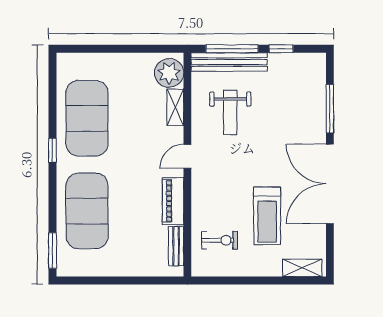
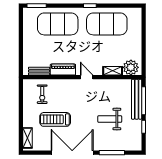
weight bench: (230, 113) -> (110, 119), moved

